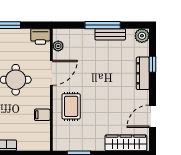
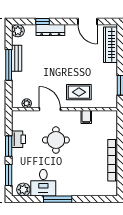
printer: (40, 36) -> (18, 139), moved

